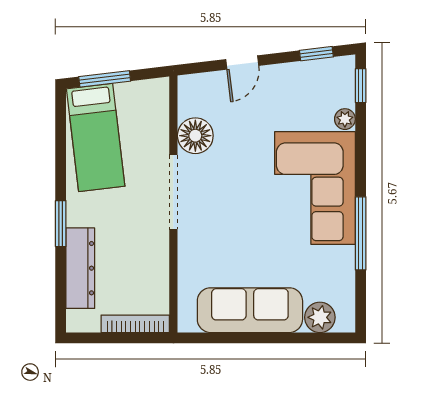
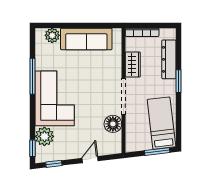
plant: (345, 119) -> (44, 136), width x1.87, depth x1.87
wardrobe: (154, 258) -> (133, 64), added

